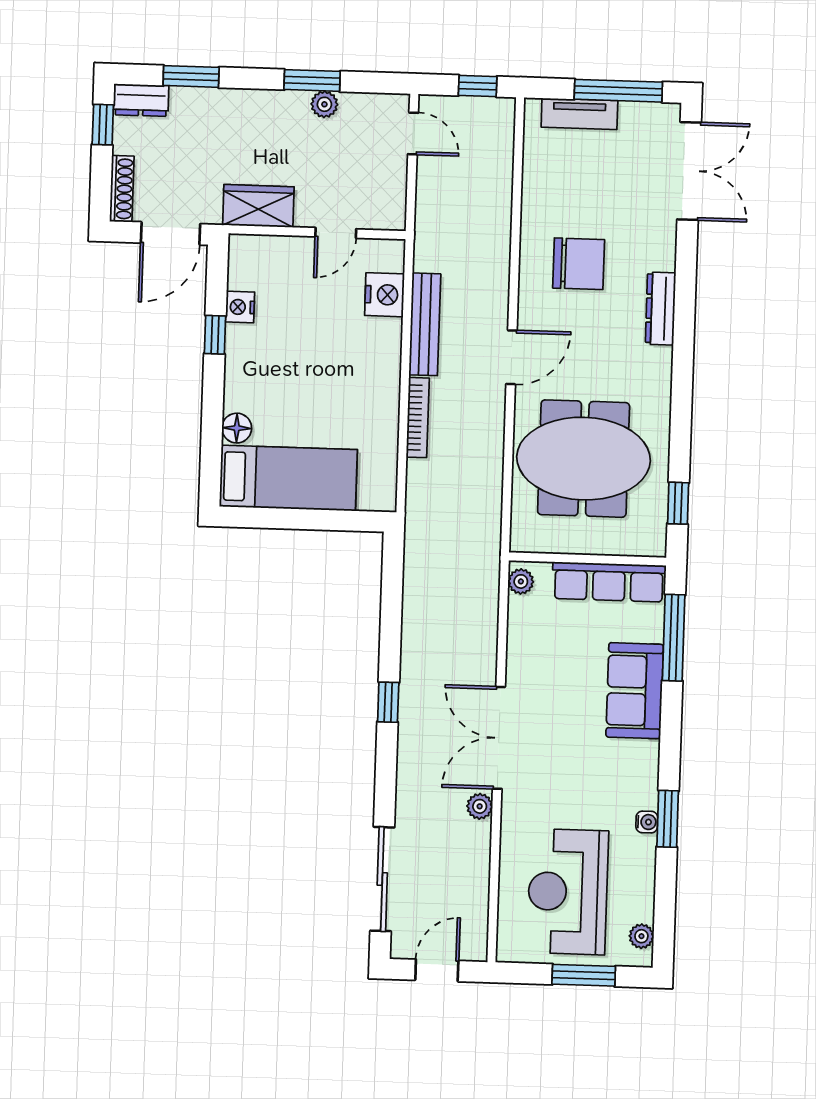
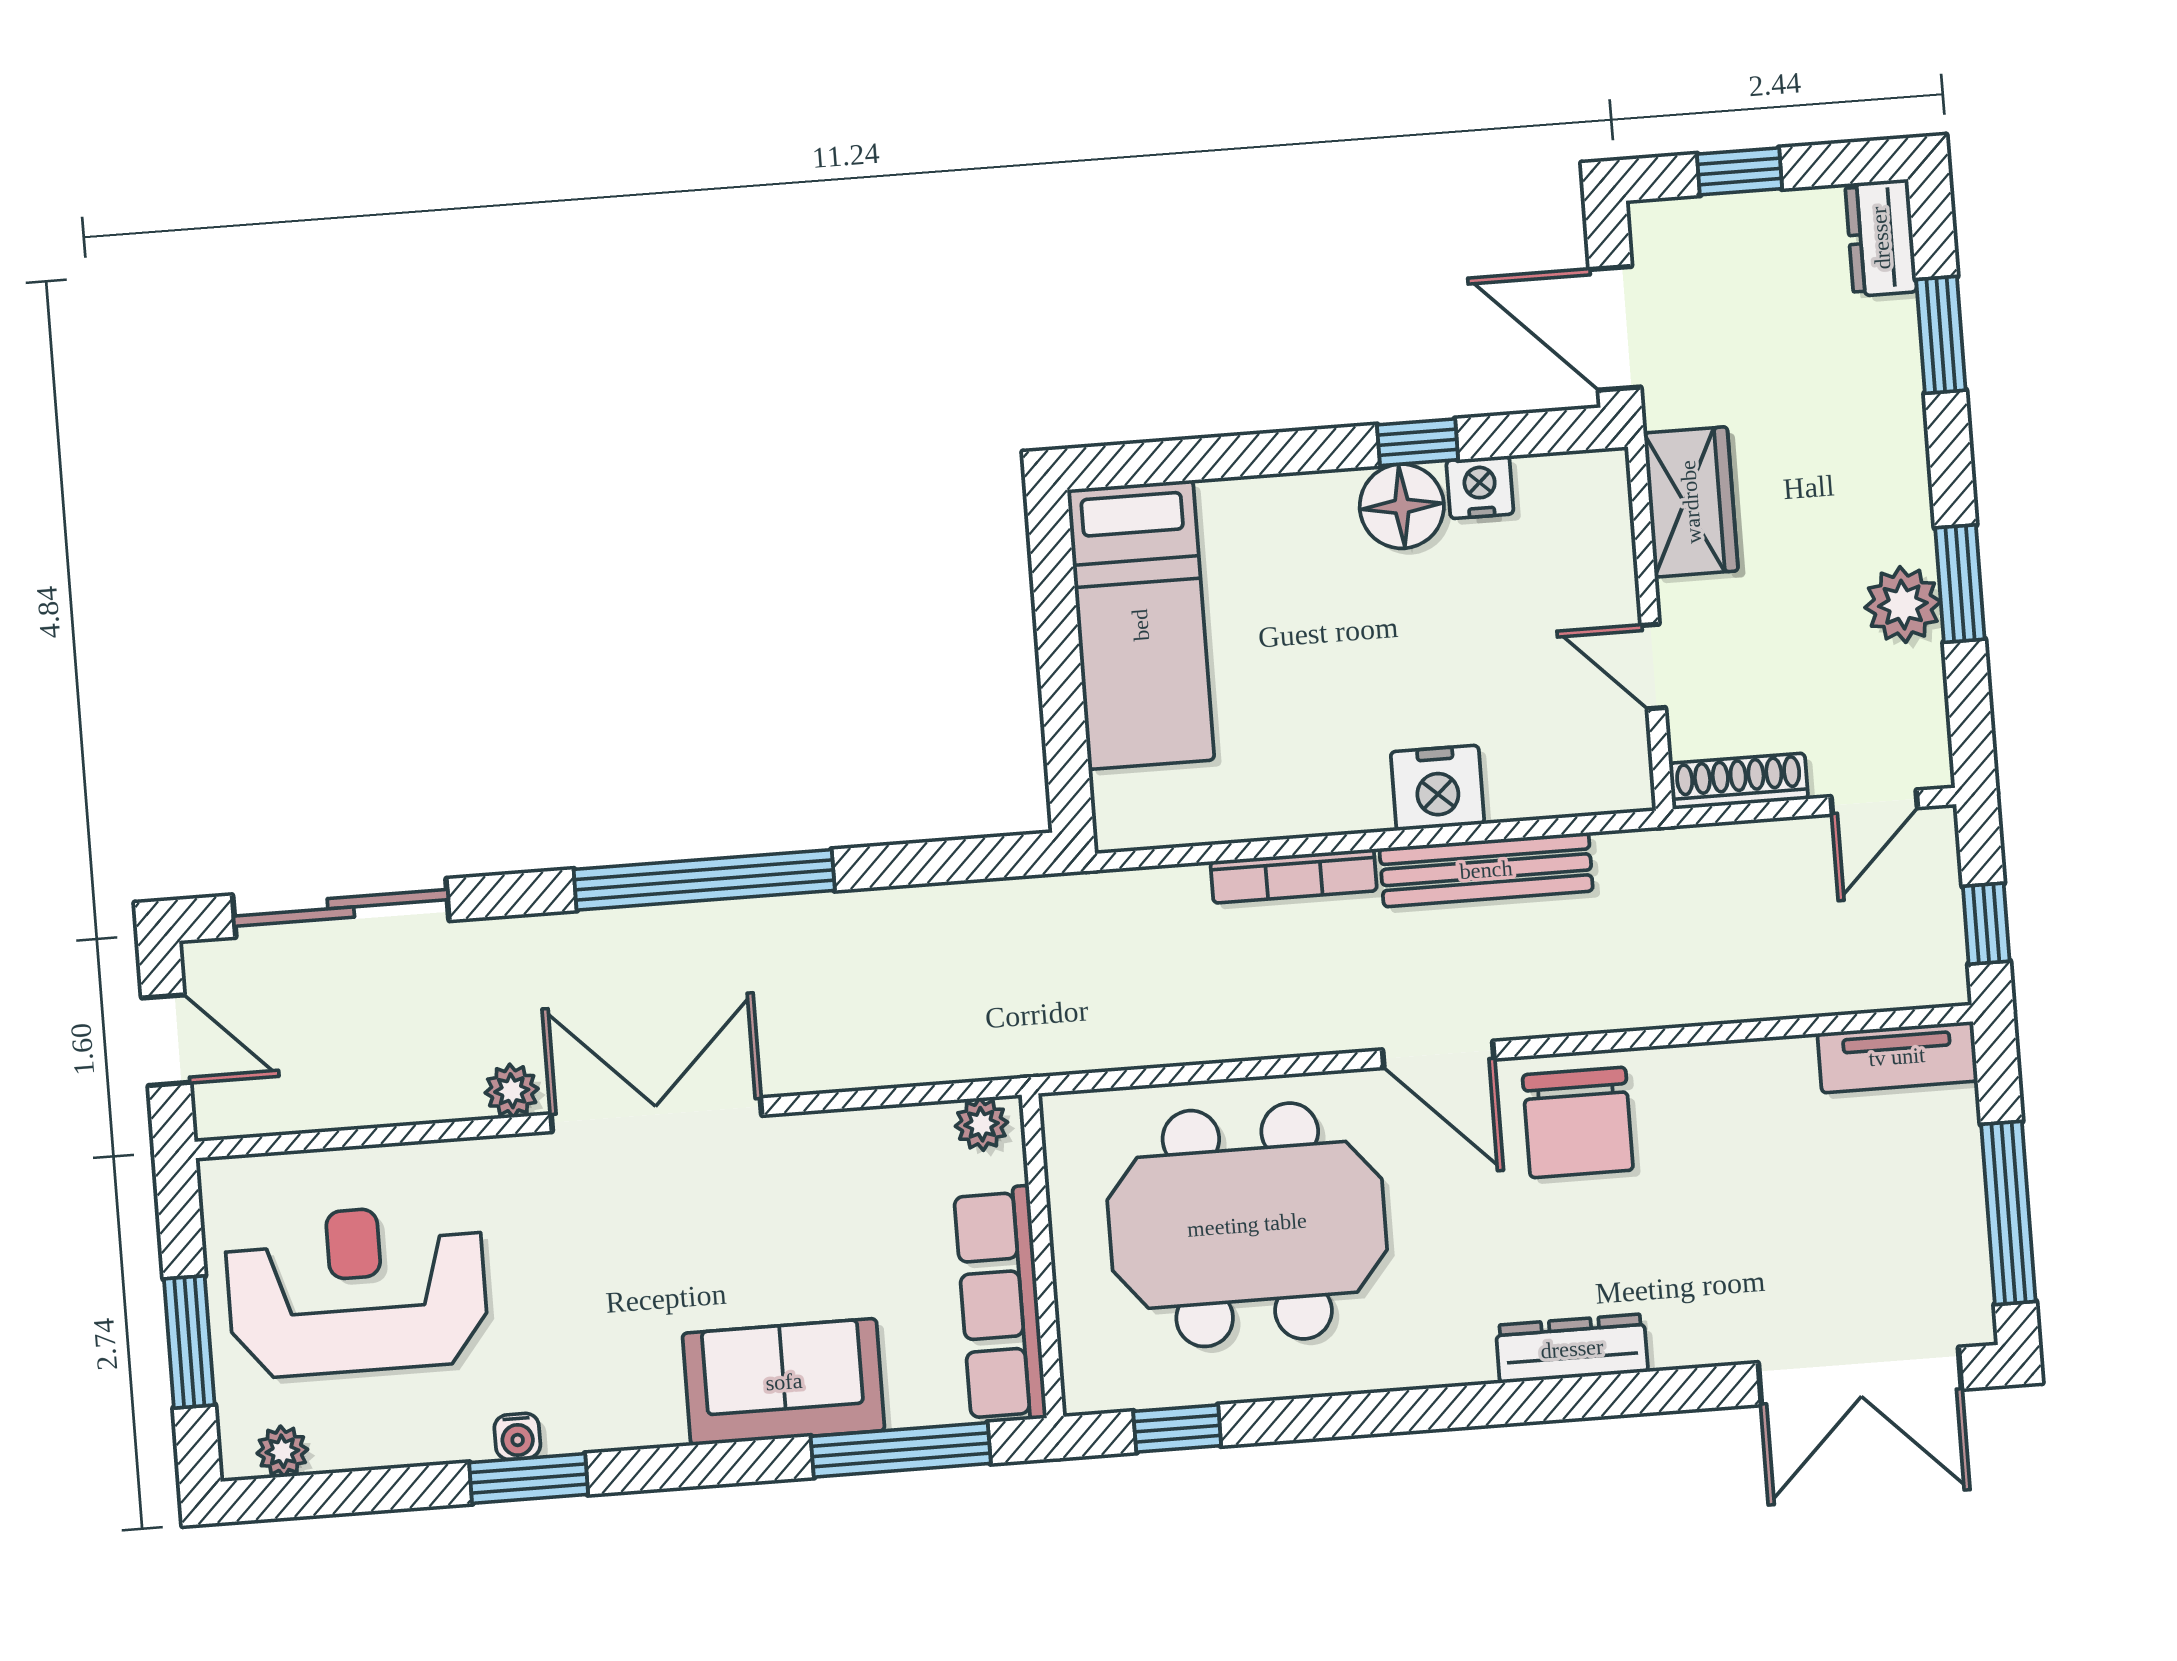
plant: (324, 104) -> (1903, 605), width x1.38, depth x1.38
tv unit: (579, 114) -> (1897, 1057), moved, turned -90
window: (103, 125) -> (1739, 171), moved
shoe rack: (122, 189) -> (1739, 781), moved, turned 180
chair: (579, 264) -> (1578, 1122), moved
nightstand: (384, 295) -> (1437, 788), moved
floor lamp: (237, 428) -> (1402, 506), moved, width x1.38, depth x1.38
meeting table: (584, 459) -> (1247, 1225), turned 90
window: (388, 702) -> (704, 880), width x3.17

